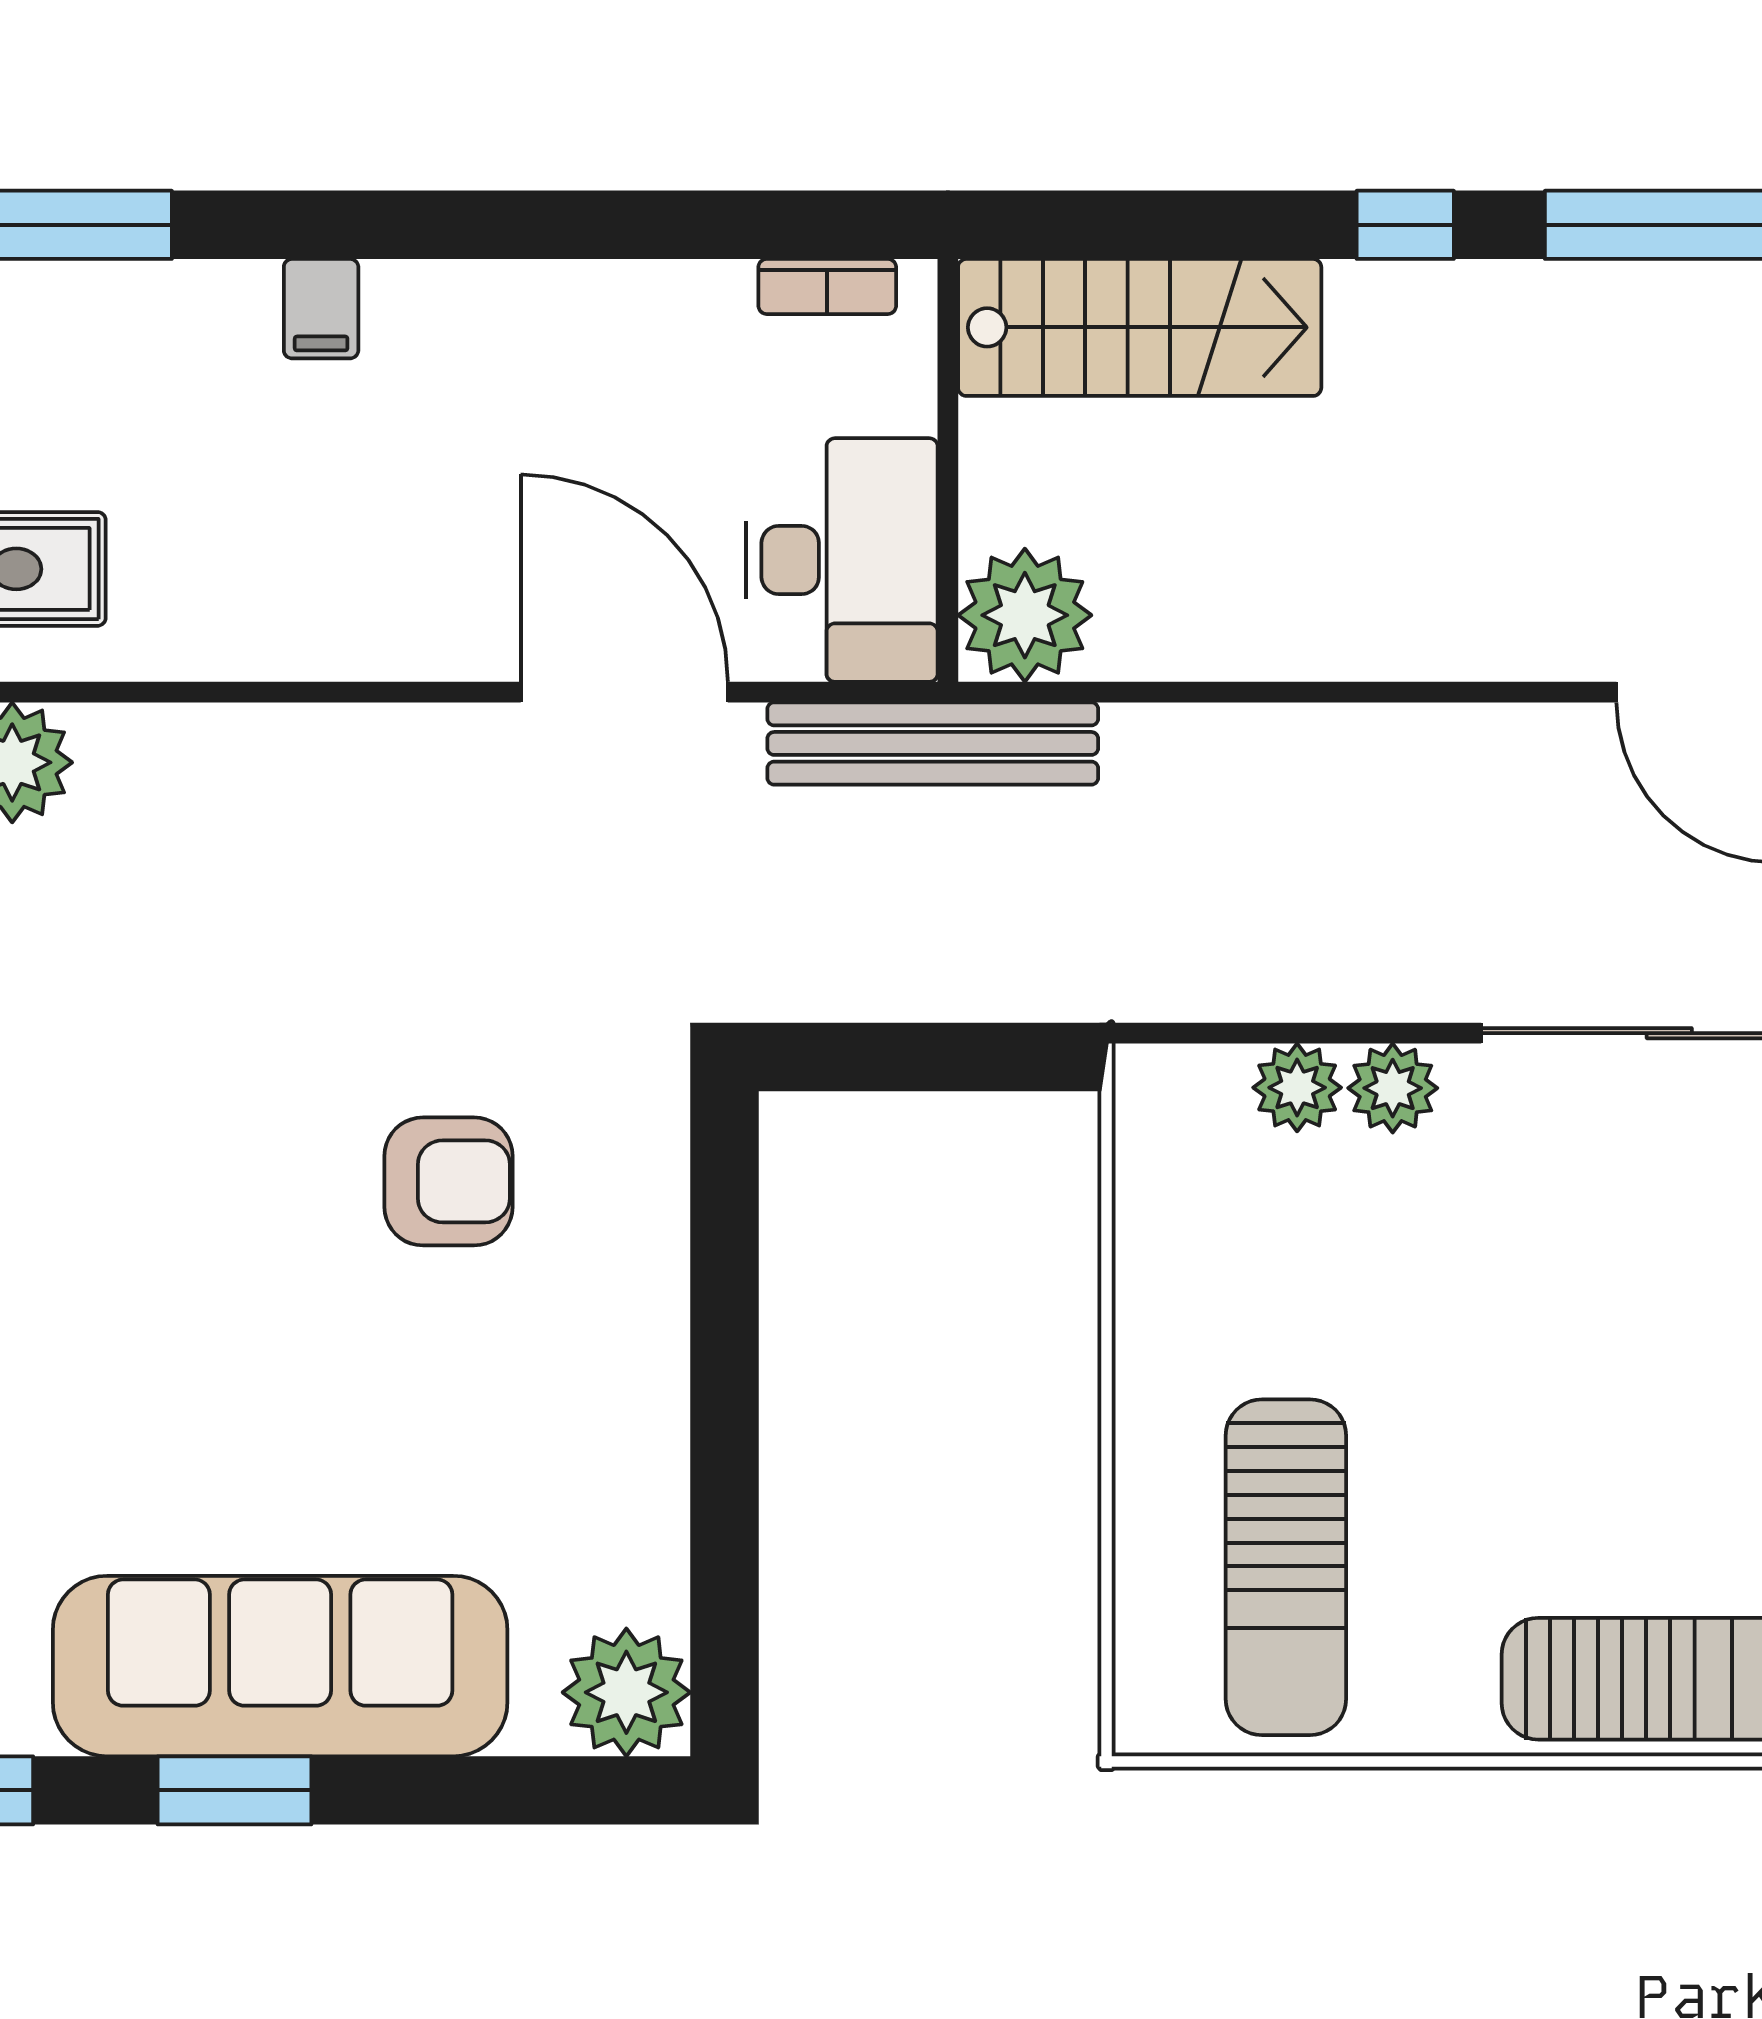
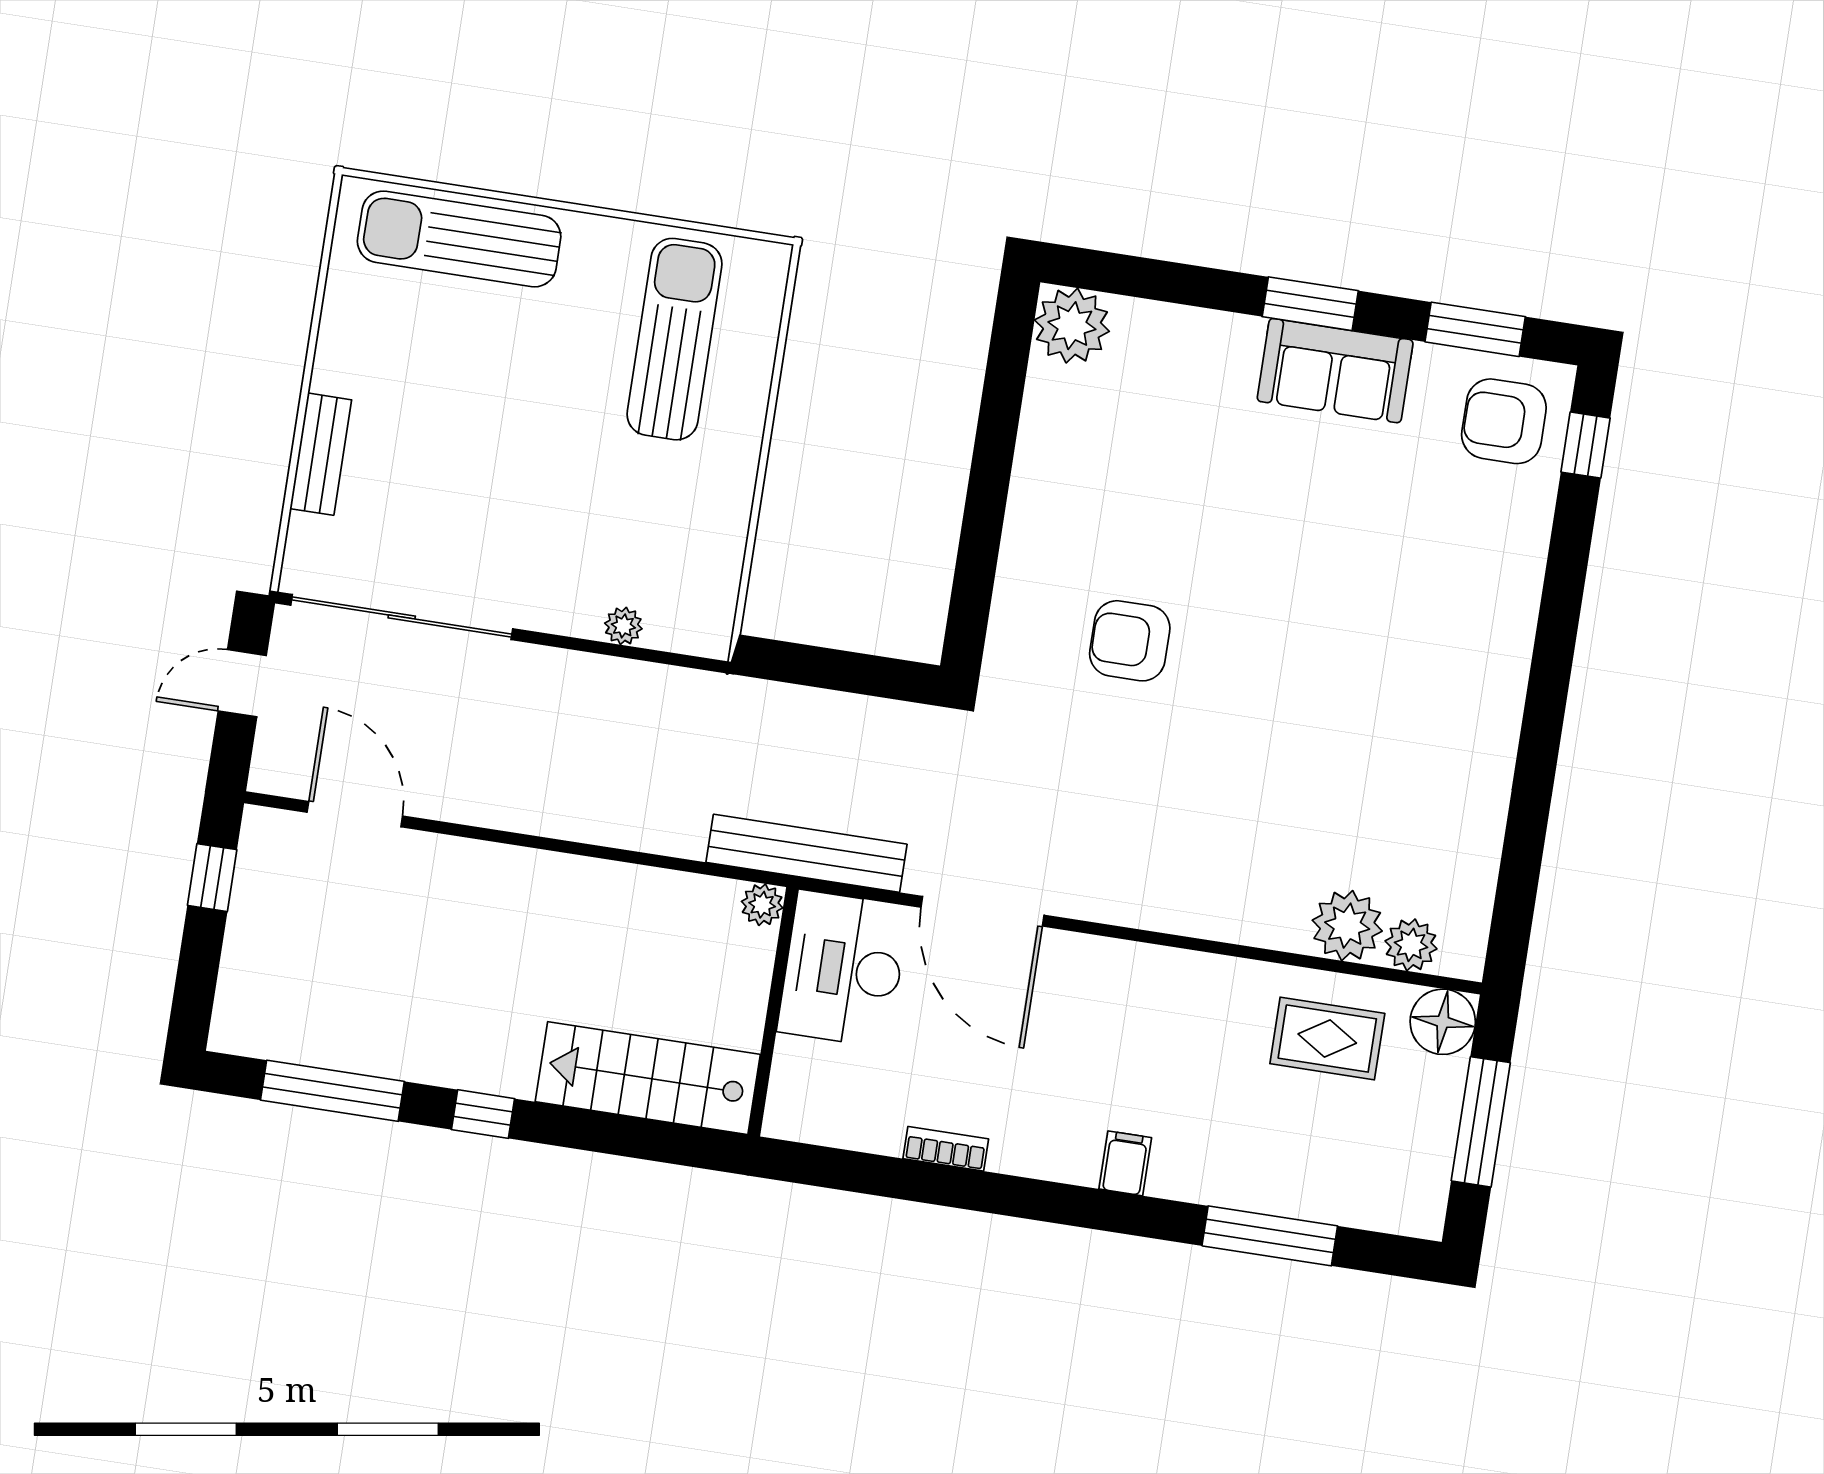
bookcase: (827, 286) -> (946, 1149), moved
plant: (1025, 615) -> (762, 905), width x0.53, depth x0.53
plant: (1297, 1088) -> (623, 626), width x0.73, depth x0.73
plant: (1393, 1088) -> (569, 610), removed
sofa: (280, 1666) -> (1335, 371), width x0.54, depth x0.79

